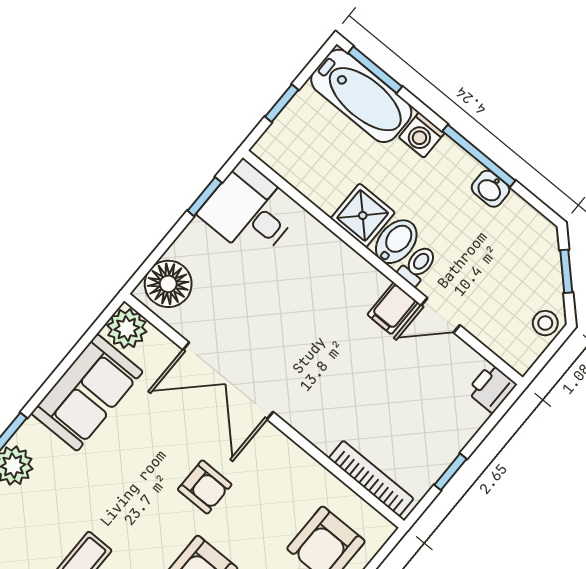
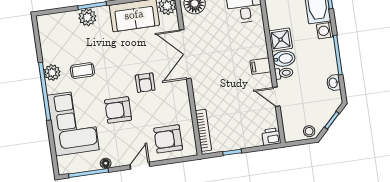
washbasin: (490, 189) -> (333, 83), moved
filing cabinet: (393, 308) -> (260, 66), moved

